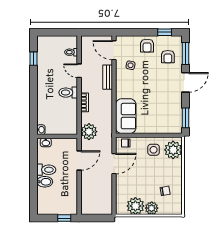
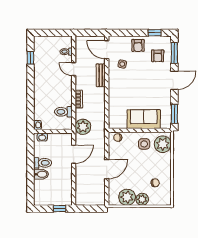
toilet: (68, 93) -> (63, 112), moved
sofa: (126, 116) -> (144, 119), moved, turned -90
door: (114, 164) -> (107, 169), moved

